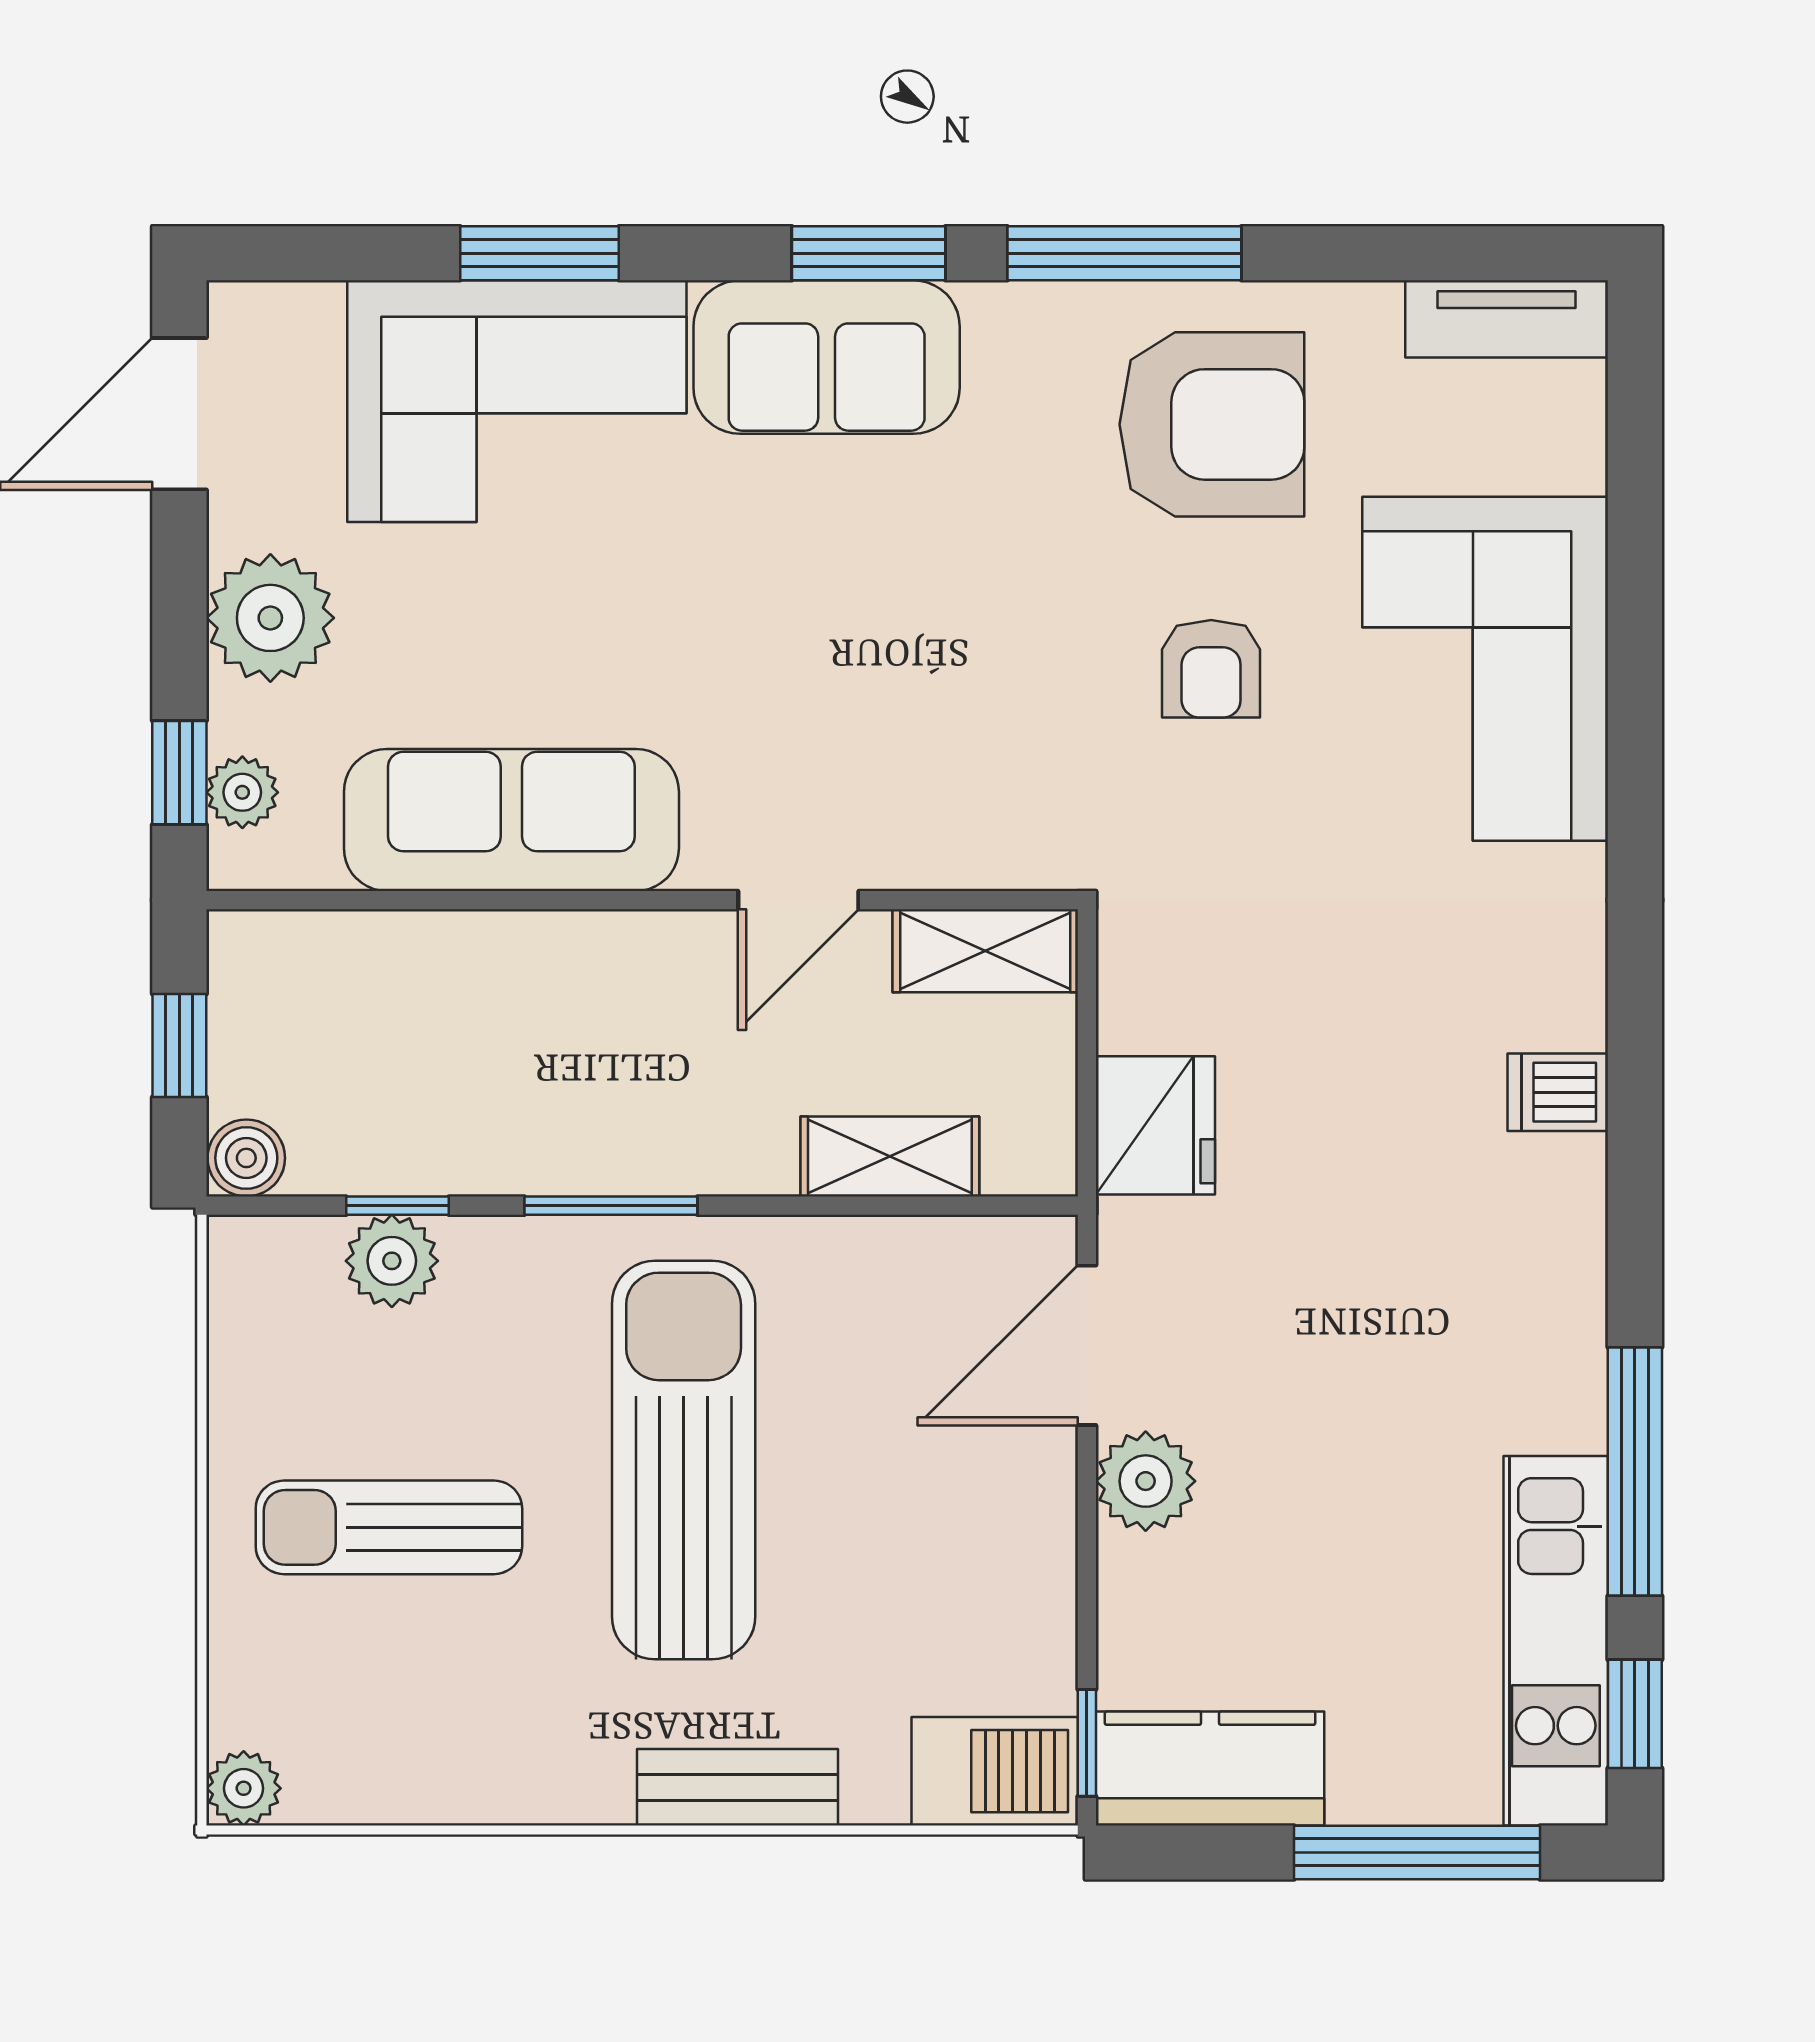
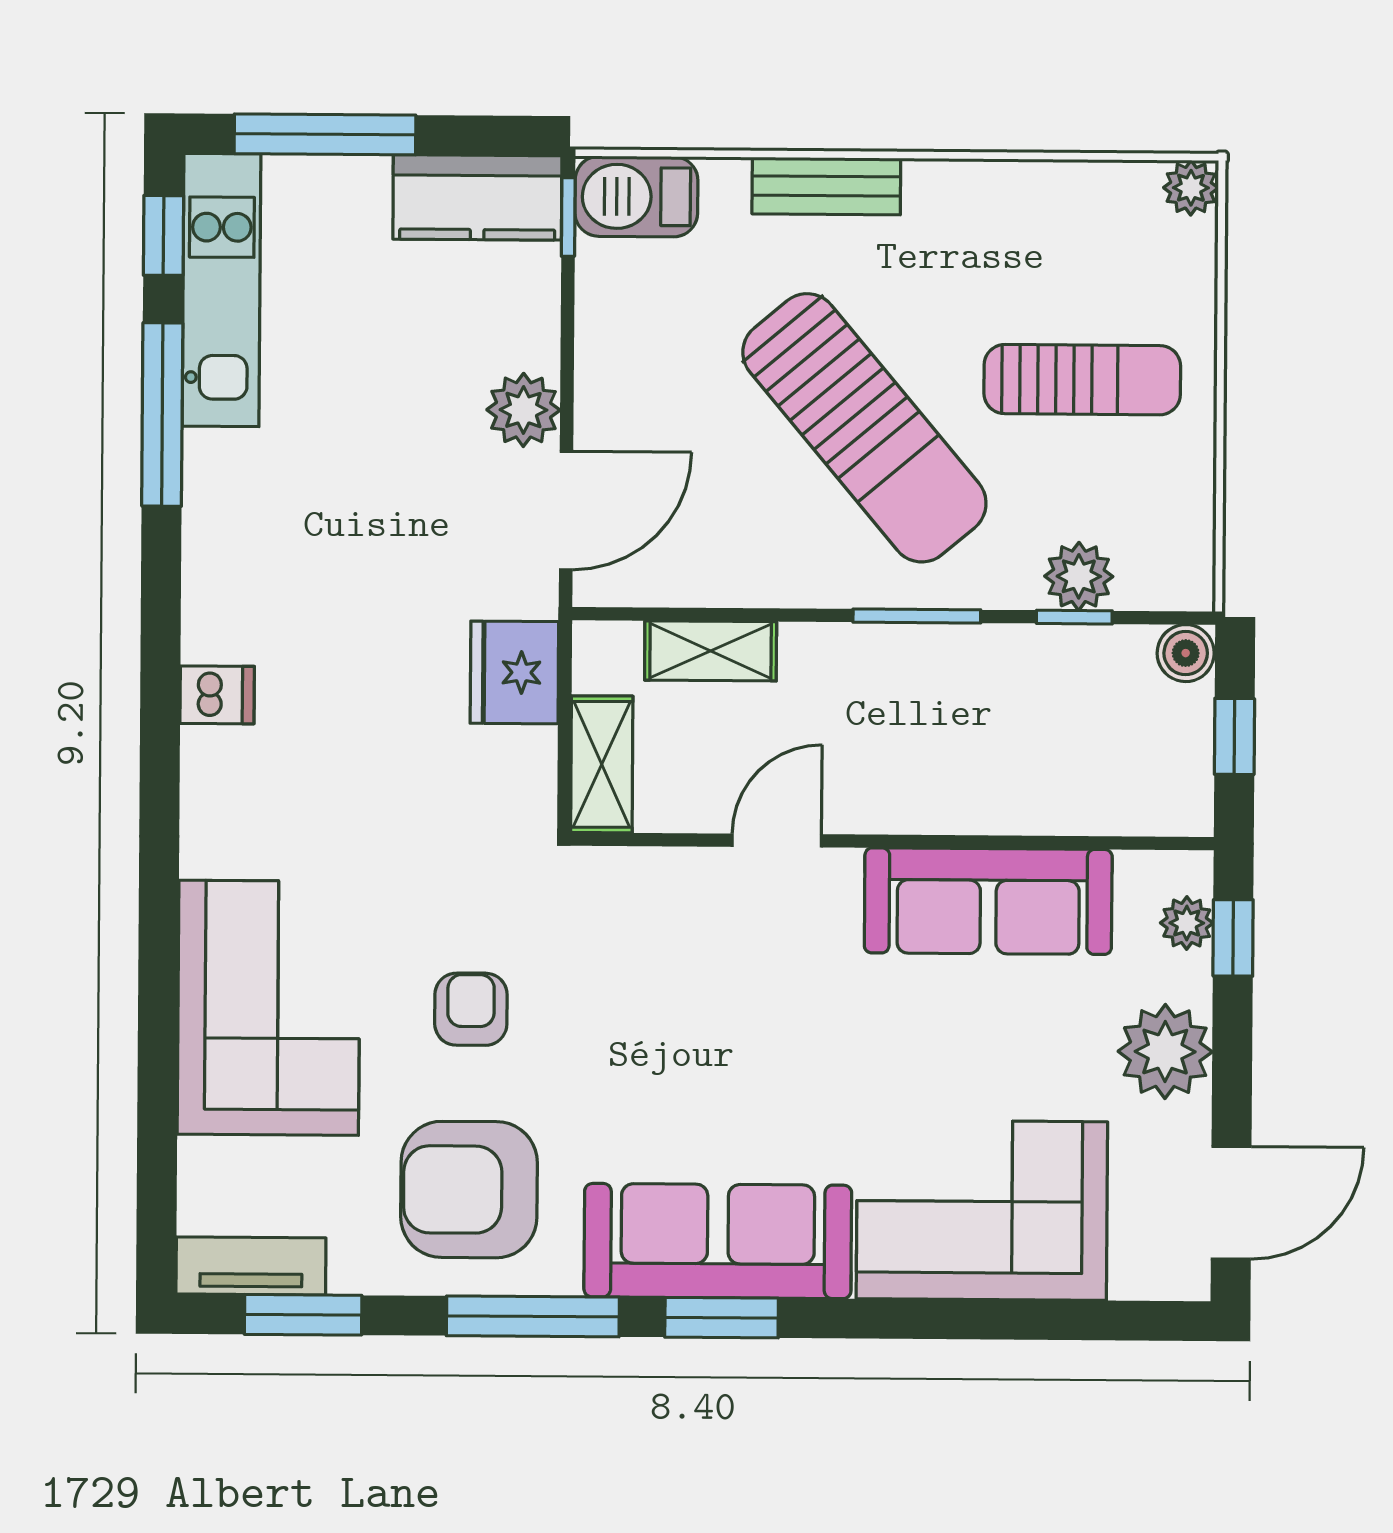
window: (539, 253) -> (303, 1315), moved
sofa: (827, 357) -> (718, 1241), width x1.36
shelving: (985, 951) -> (602, 764), moved, turned 90
sun lounger: (684, 1460) -> (864, 428), turned -40

